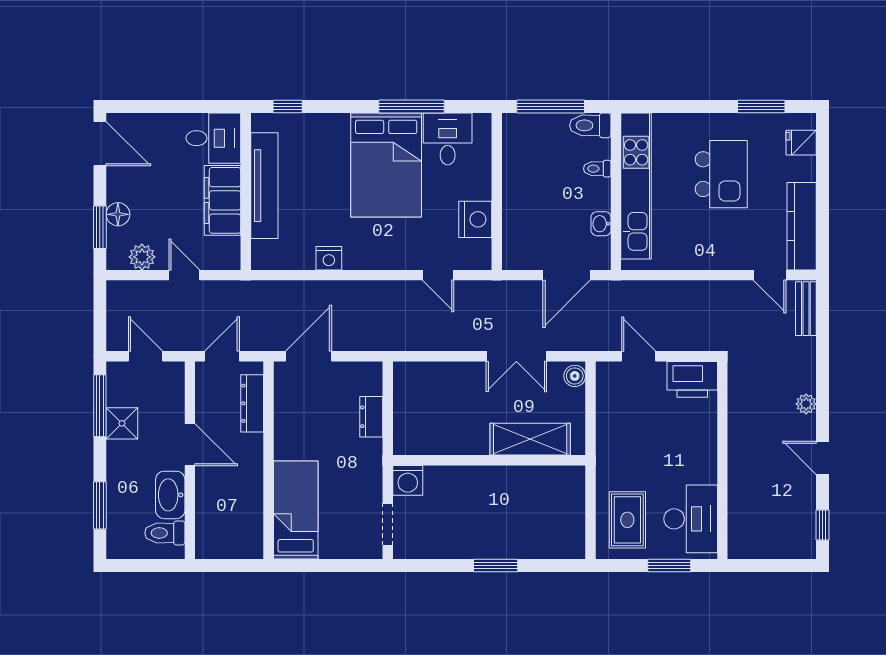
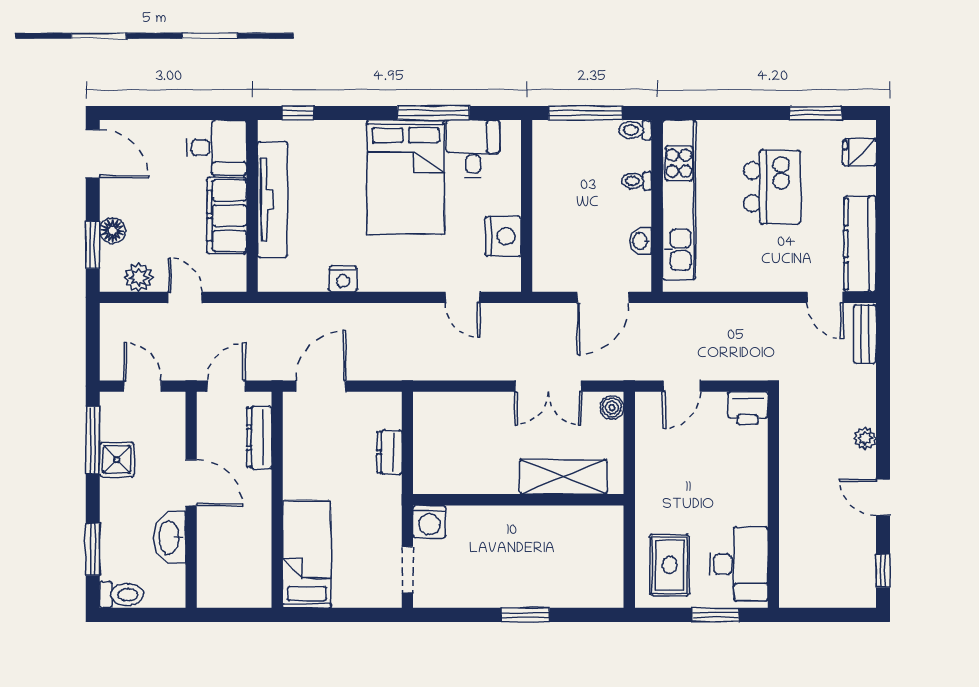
toilet: (590, 125) -> (635, 130), width x0.73, depth x0.72
door: (639, 356) -> (682, 386), swing flipped
printer: (692, 379) -> (748, 408), width x0.73, depth x0.84
toilet: (165, 533) -> (122, 595), moved, turned 180

